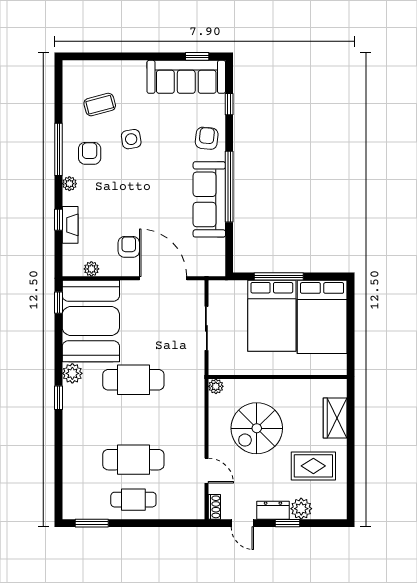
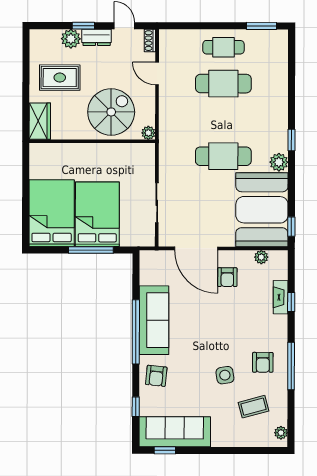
plant: (69, 184) -> (281, 433), moved
wall: (278, 377) -> (92, 141), moved
plant: (216, 386) -> (148, 133), moved

